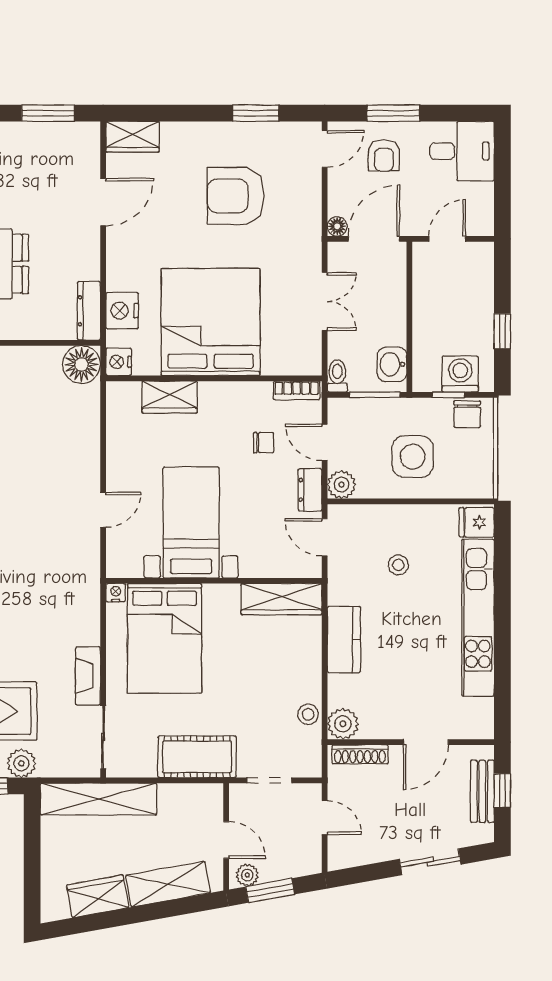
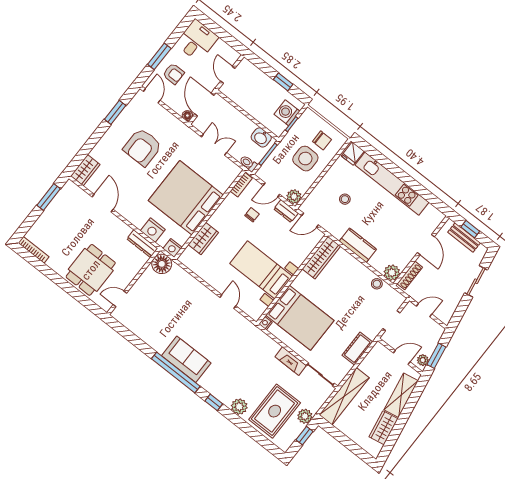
chair: (467, 414) -> (322, 140), moved
cot: (197, 757) -> (357, 349), width x0.73, depth x0.75

